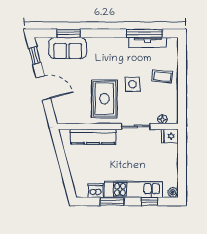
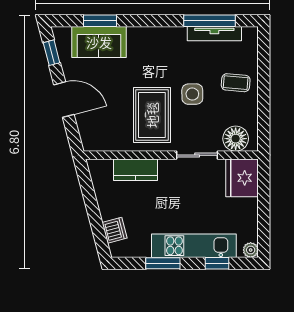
floor lamp: (162, 119) -> (236, 139), width x1.89, depth x1.89
fridge: (170, 136) -> (242, 178), width x1.88, depth x1.34
kitchen counter: (93, 137) -> (136, 170), width x0.67
dishwasher: (96, 191) -> (115, 230), moved, turned 75

